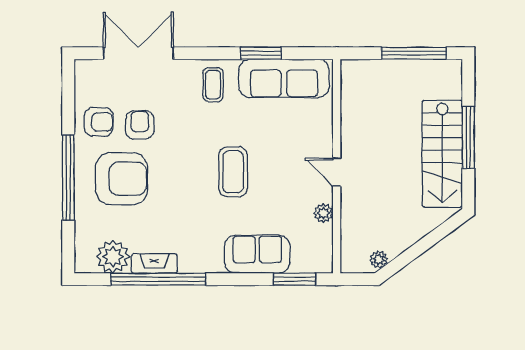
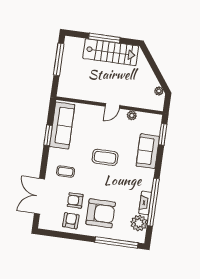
coffee table: (213, 85) -> (66, 172), moved
window: (68, 177) -> (116, 242), moved
armchair: (122, 179) -> (101, 213), turned 90

